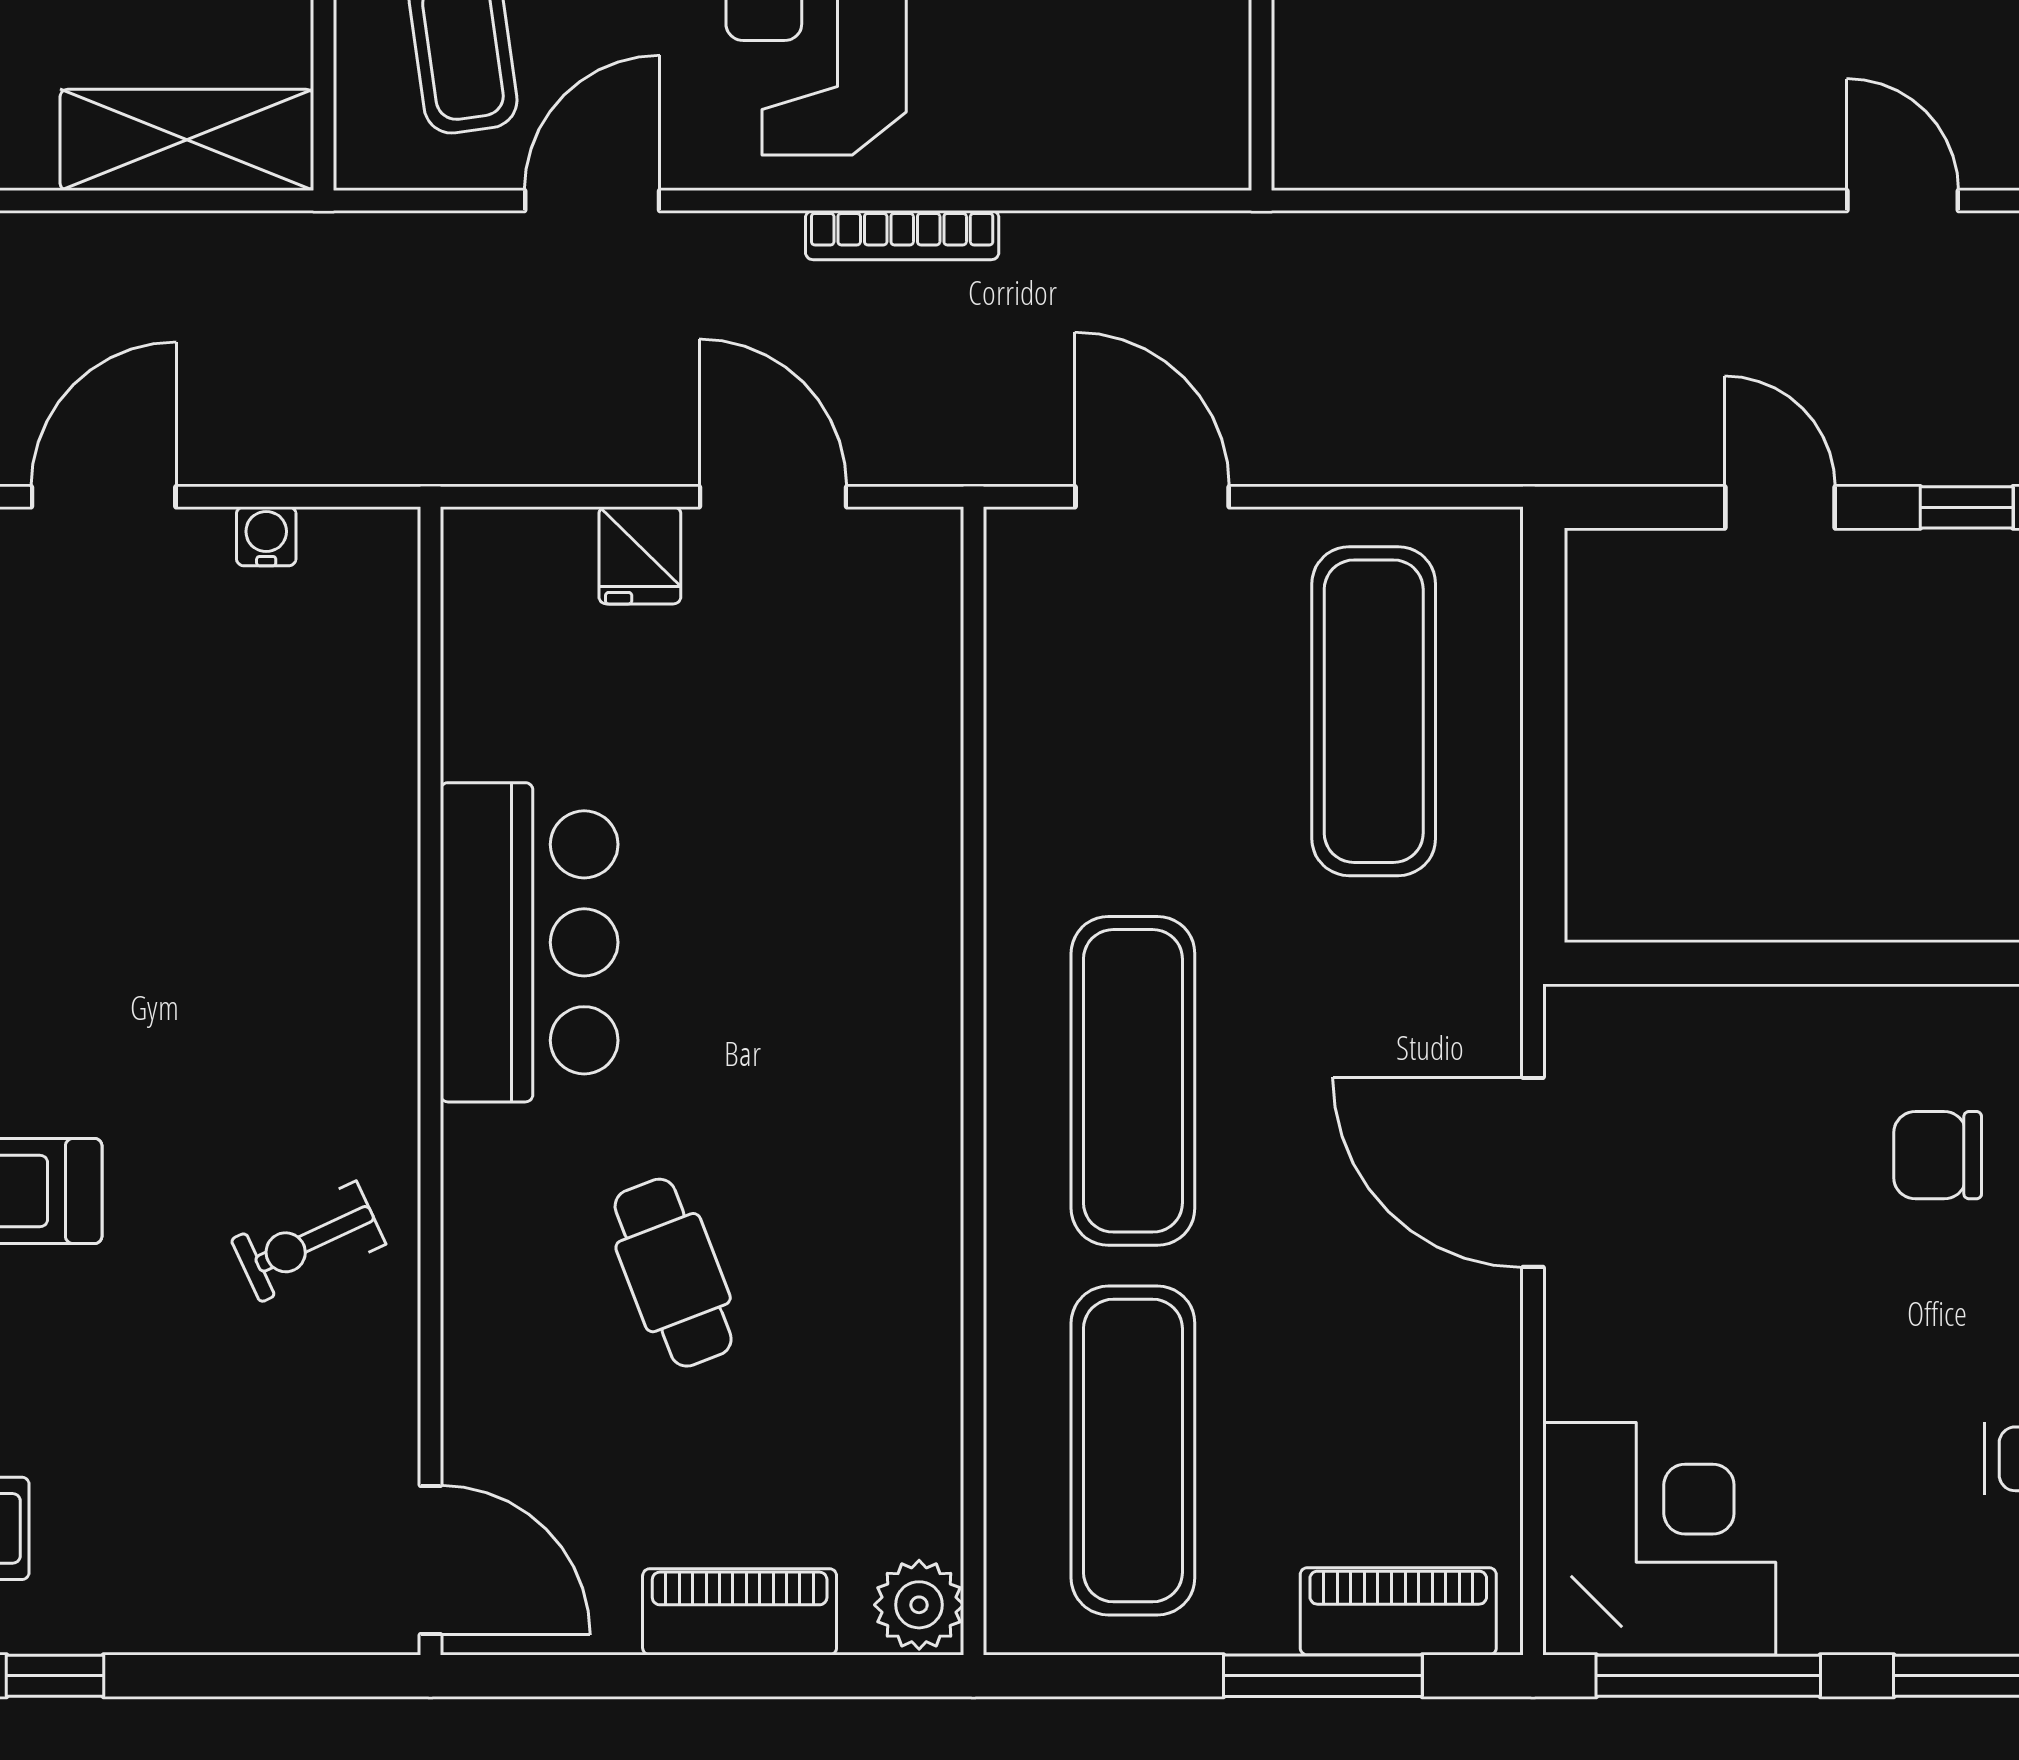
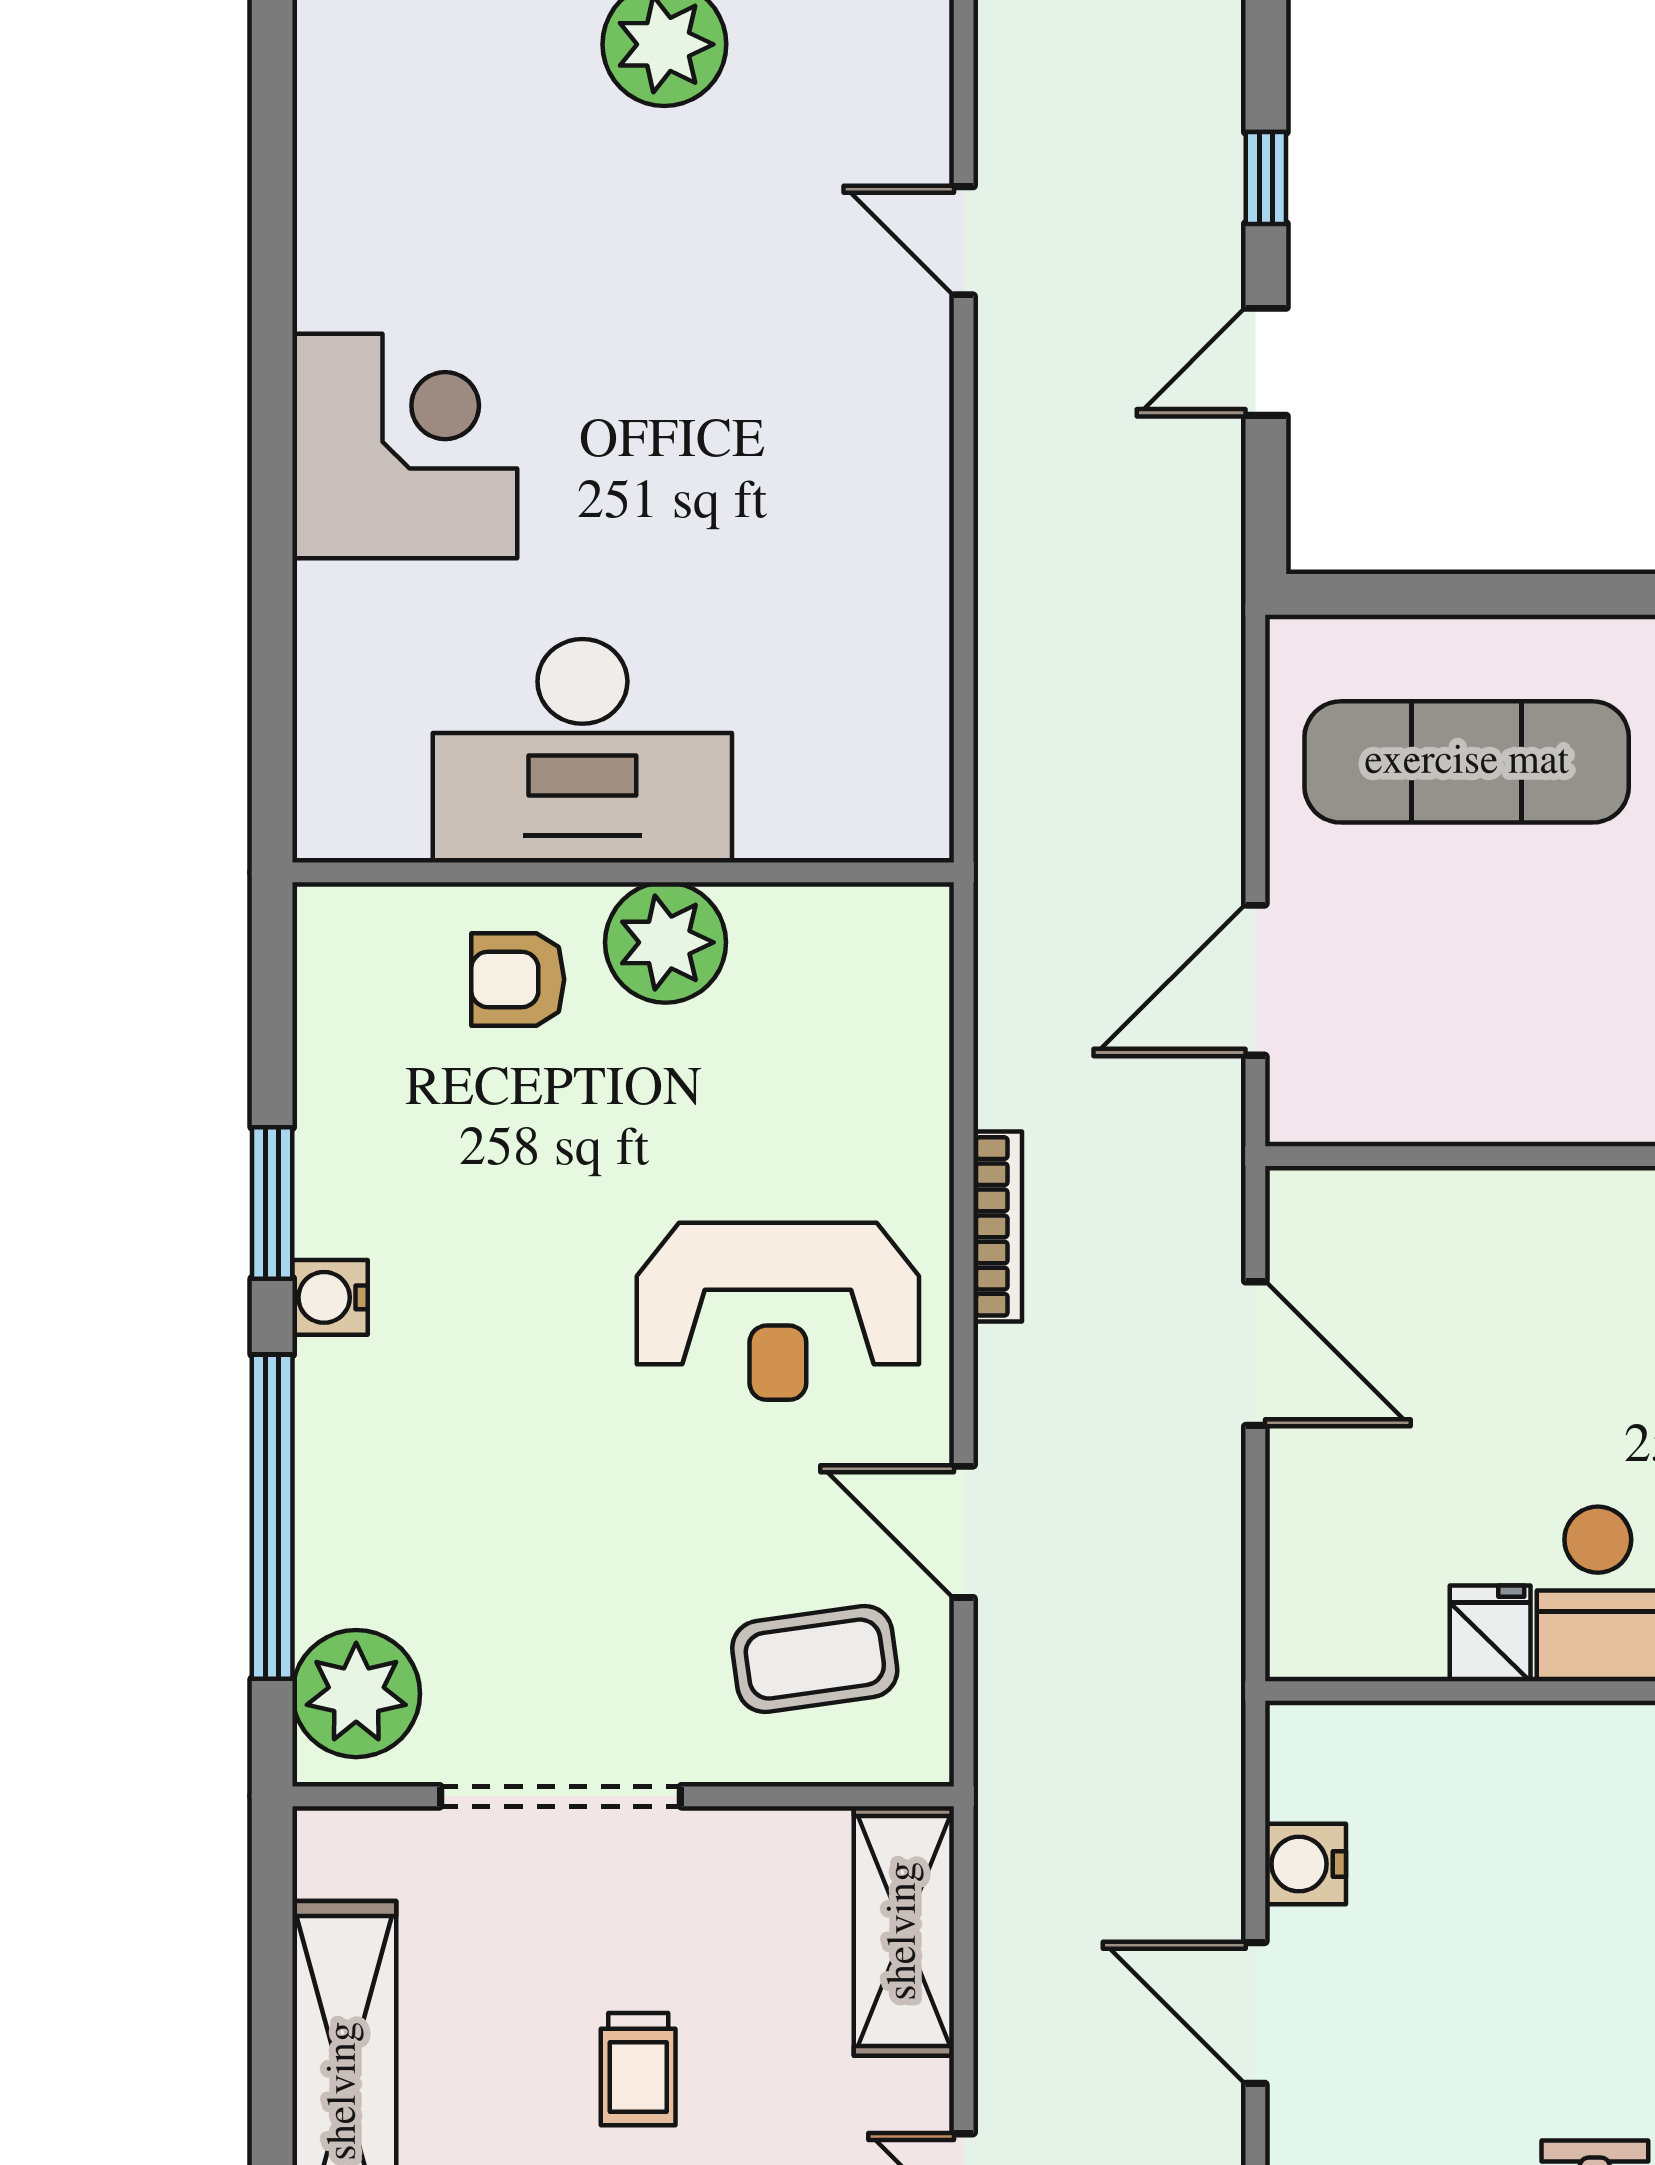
door: (1903, 201) -> (964, 241), hinge flipped
door: (773, 497) -> (1255, 1354), swing flipped
water cooler: (266, 536) -> (1305, 1864), width x1.38, depth x1.38
fridge: (640, 555) -> (1490, 1633), moved, turned -90

